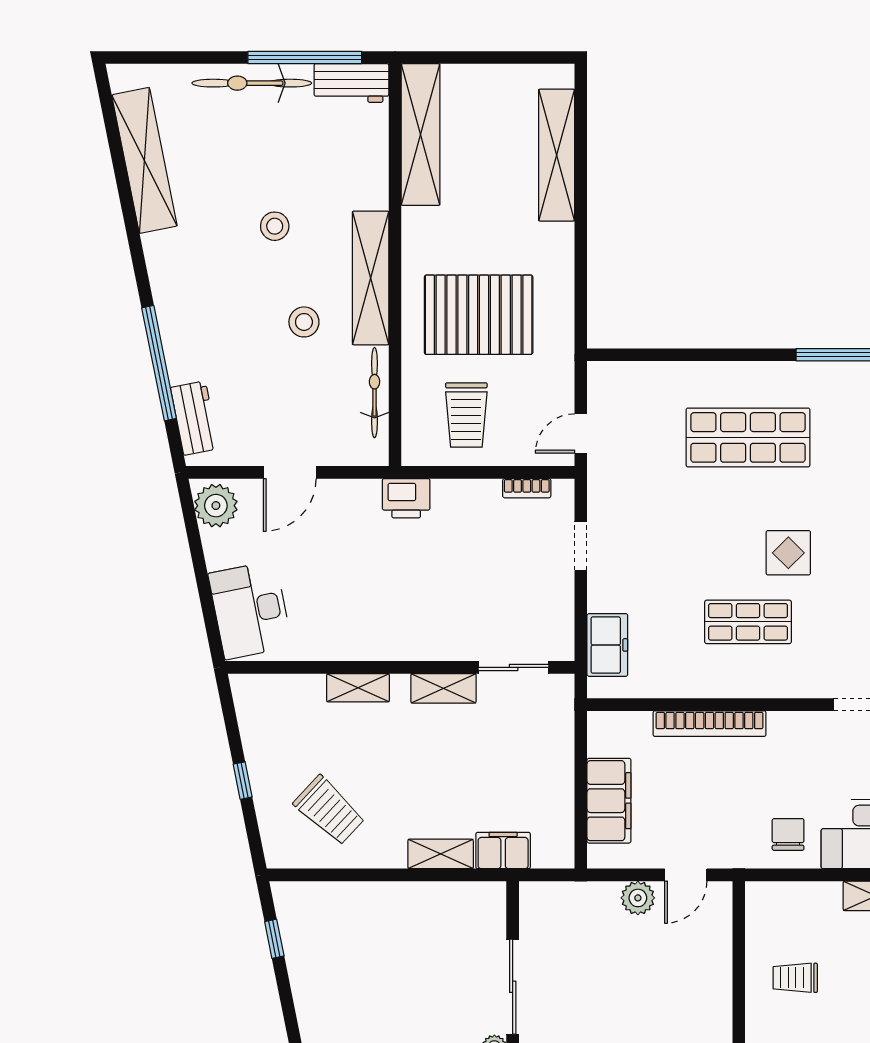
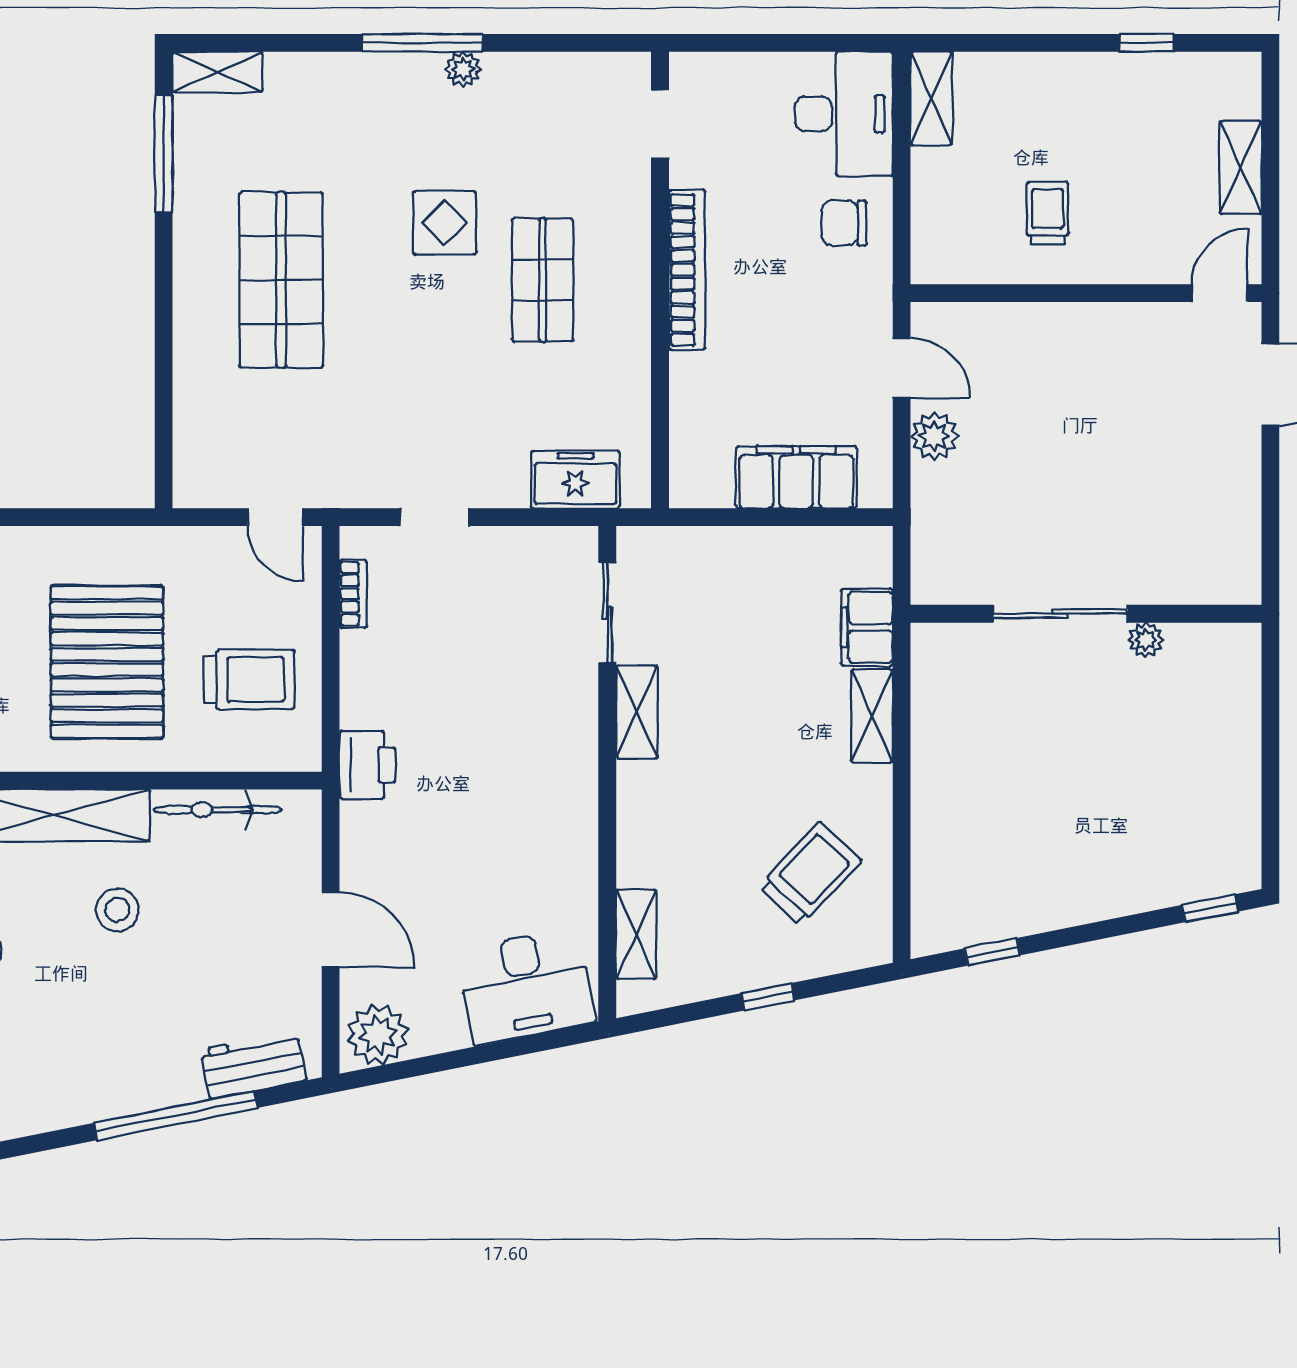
shelving: (358, 688) -> (636, 934), moved
bookcase: (709, 724) -> (687, 270), moved
trolley: (795, 978) -> (1048, 213), turned 180

